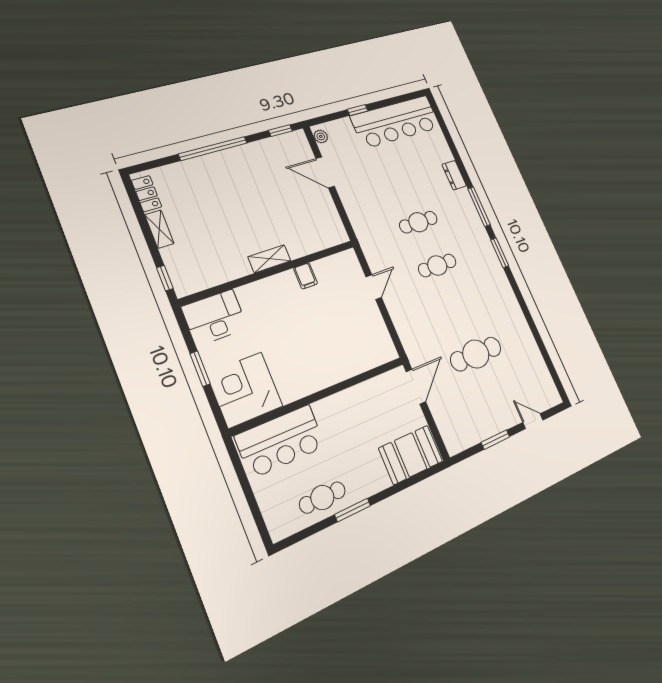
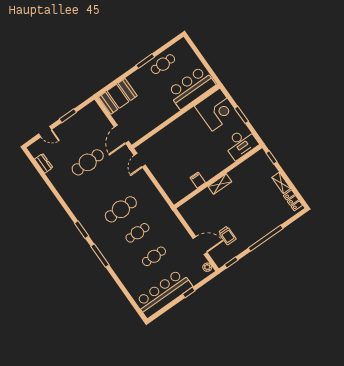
trolley: (277, 173) -> (227, 235), added
dresser: (454, 175) -> (44, 163), moved
cafe table: (400, 180) -> (154, 256), added
cafe table: (437, 265) -> (121, 209), width x1.37, depth x1.35
door: (374, 287) -> (140, 160), moved

